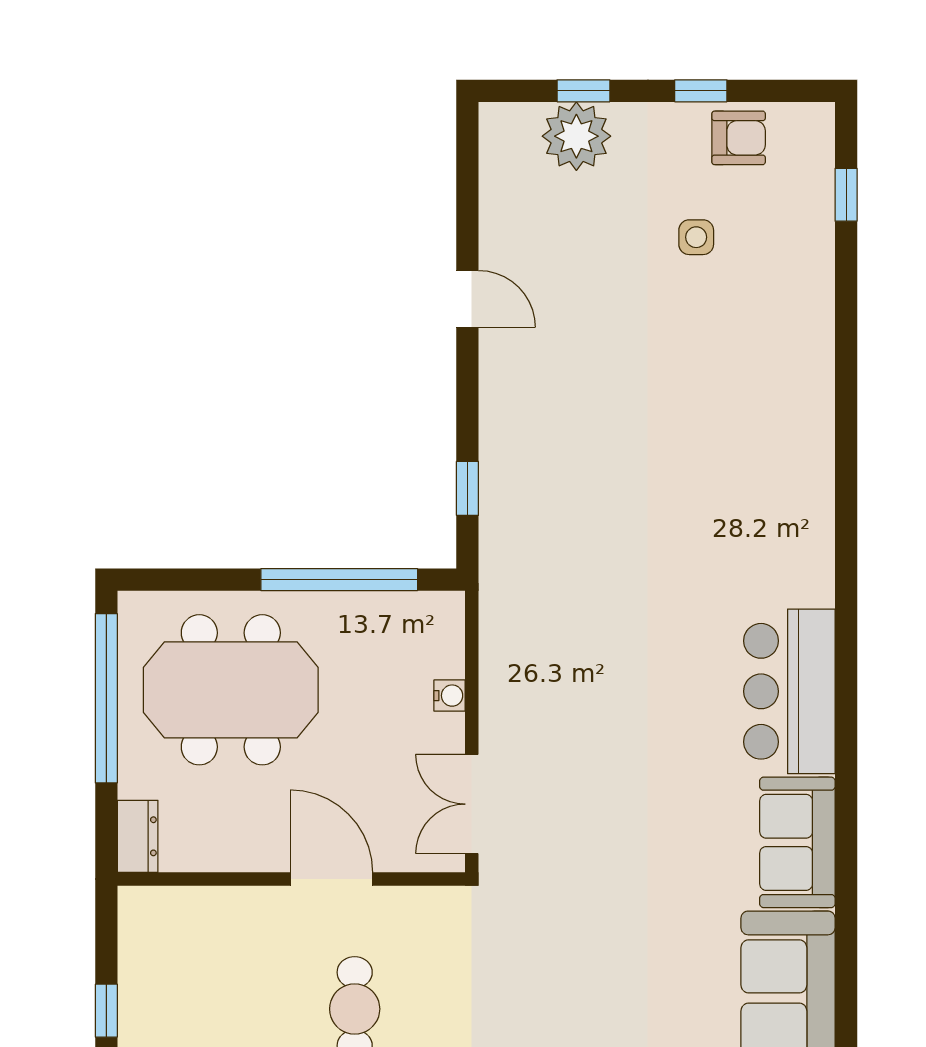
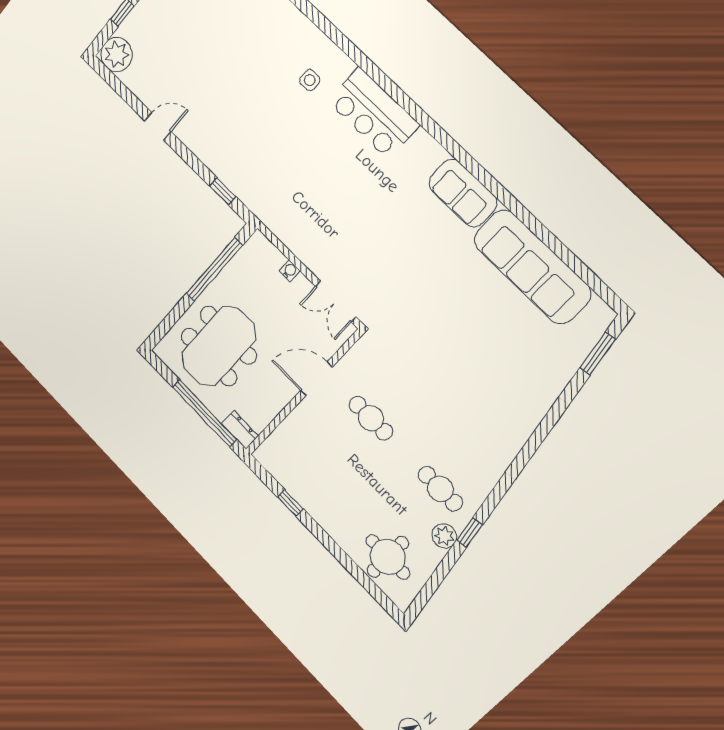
plant: (576, 136) -> (117, 55), moved
side table: (696, 237) -> (310, 80), moved
bar counter: (789, 691) -> (374, 113), moved
window: (106, 698) -> (205, 413), moved

